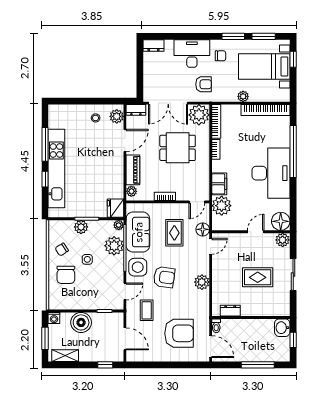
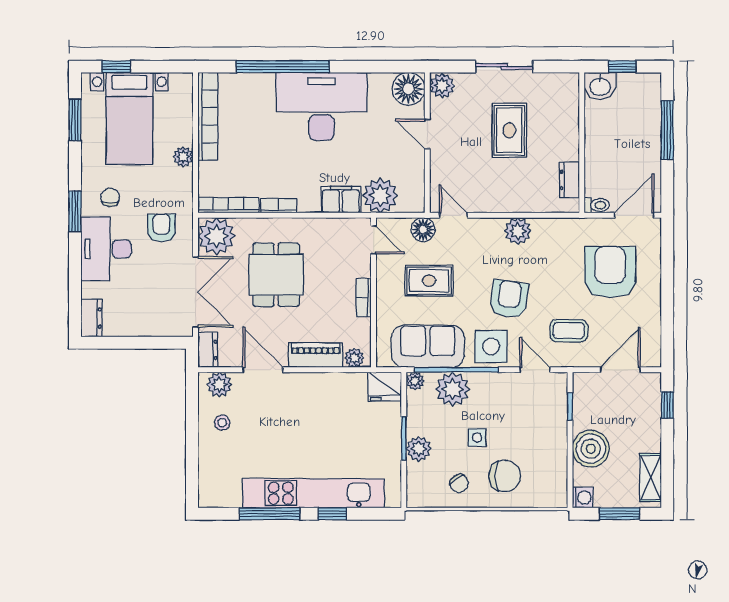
window: (233, 36) -> (75, 211), moved

